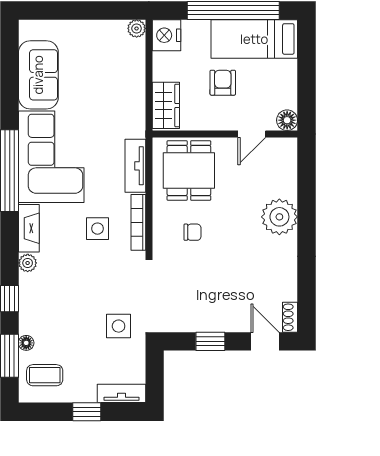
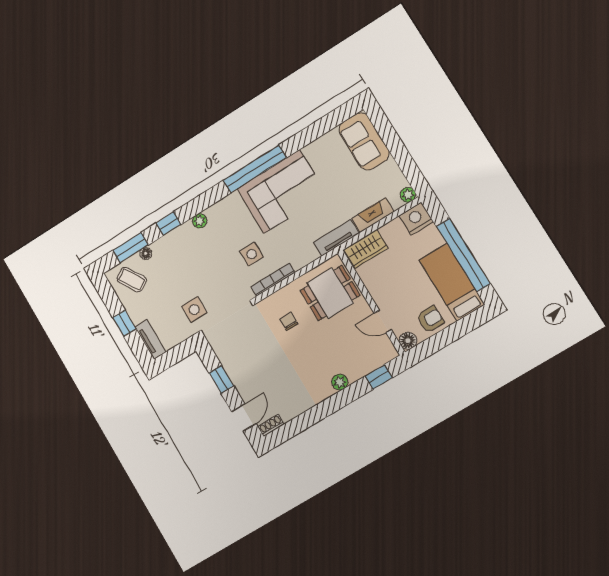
sofa: (38, 75) -> (364, 141), moved, turned 90
armchair: (223, 83) -> (430, 319), moved
tv unit: (135, 166) -> (336, 238), moved
window: (306, 173) -> (379, 377), added
plant: (279, 217) -> (340, 382), width x0.53, depth x0.53
fireplace: (29, 228) -> (373, 215), moved, turned 180
chair: (193, 232) -> (289, 321), turned 180
coffee table: (45, 375) -> (132, 280), turned -32

